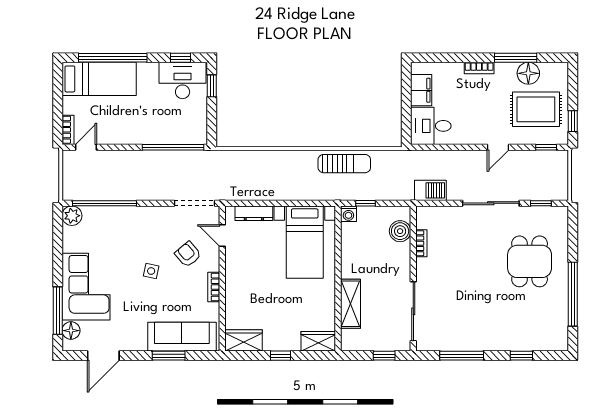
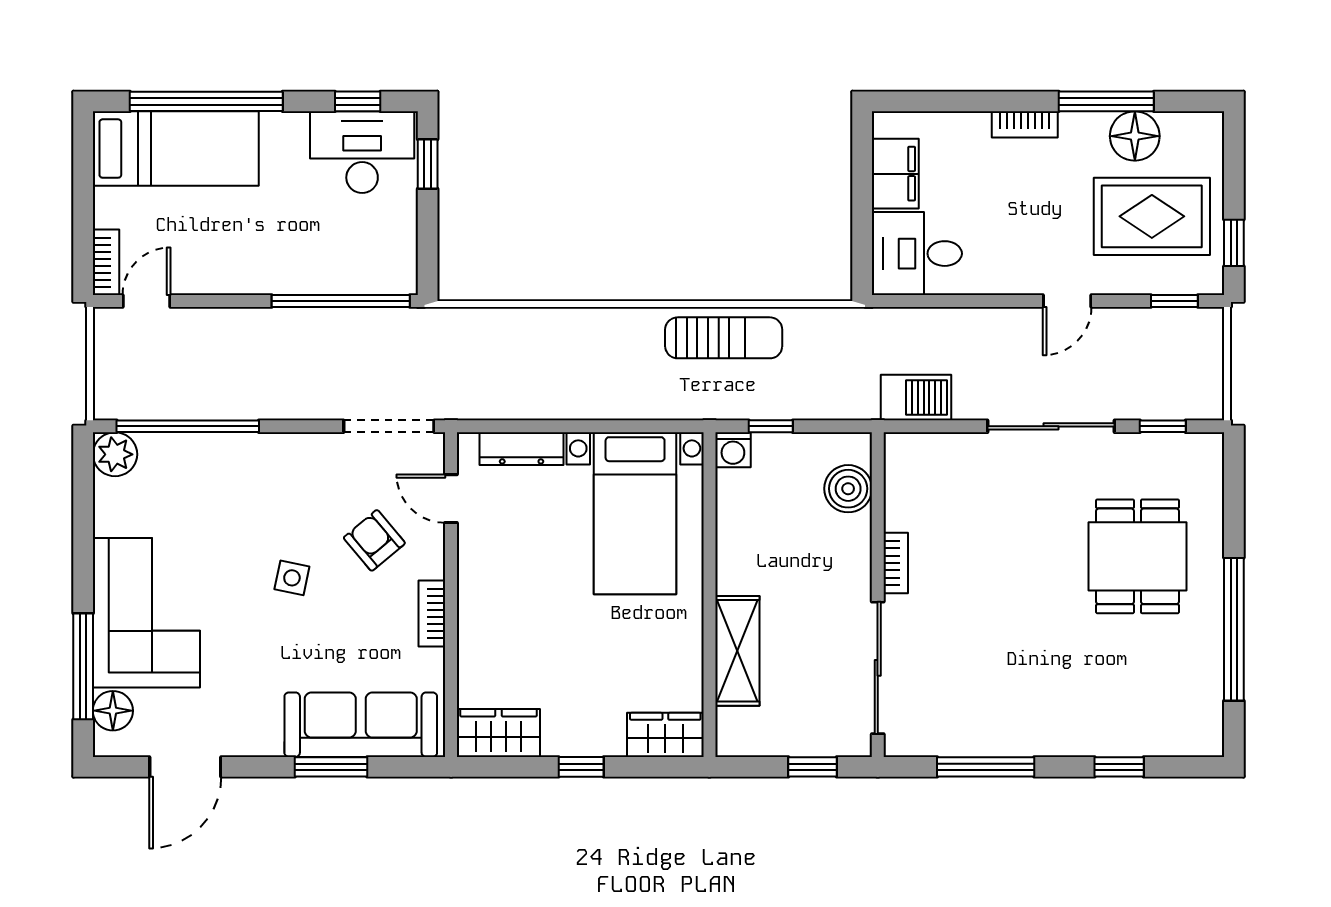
bookcase: (421, 243) -> (896, 563), moved

